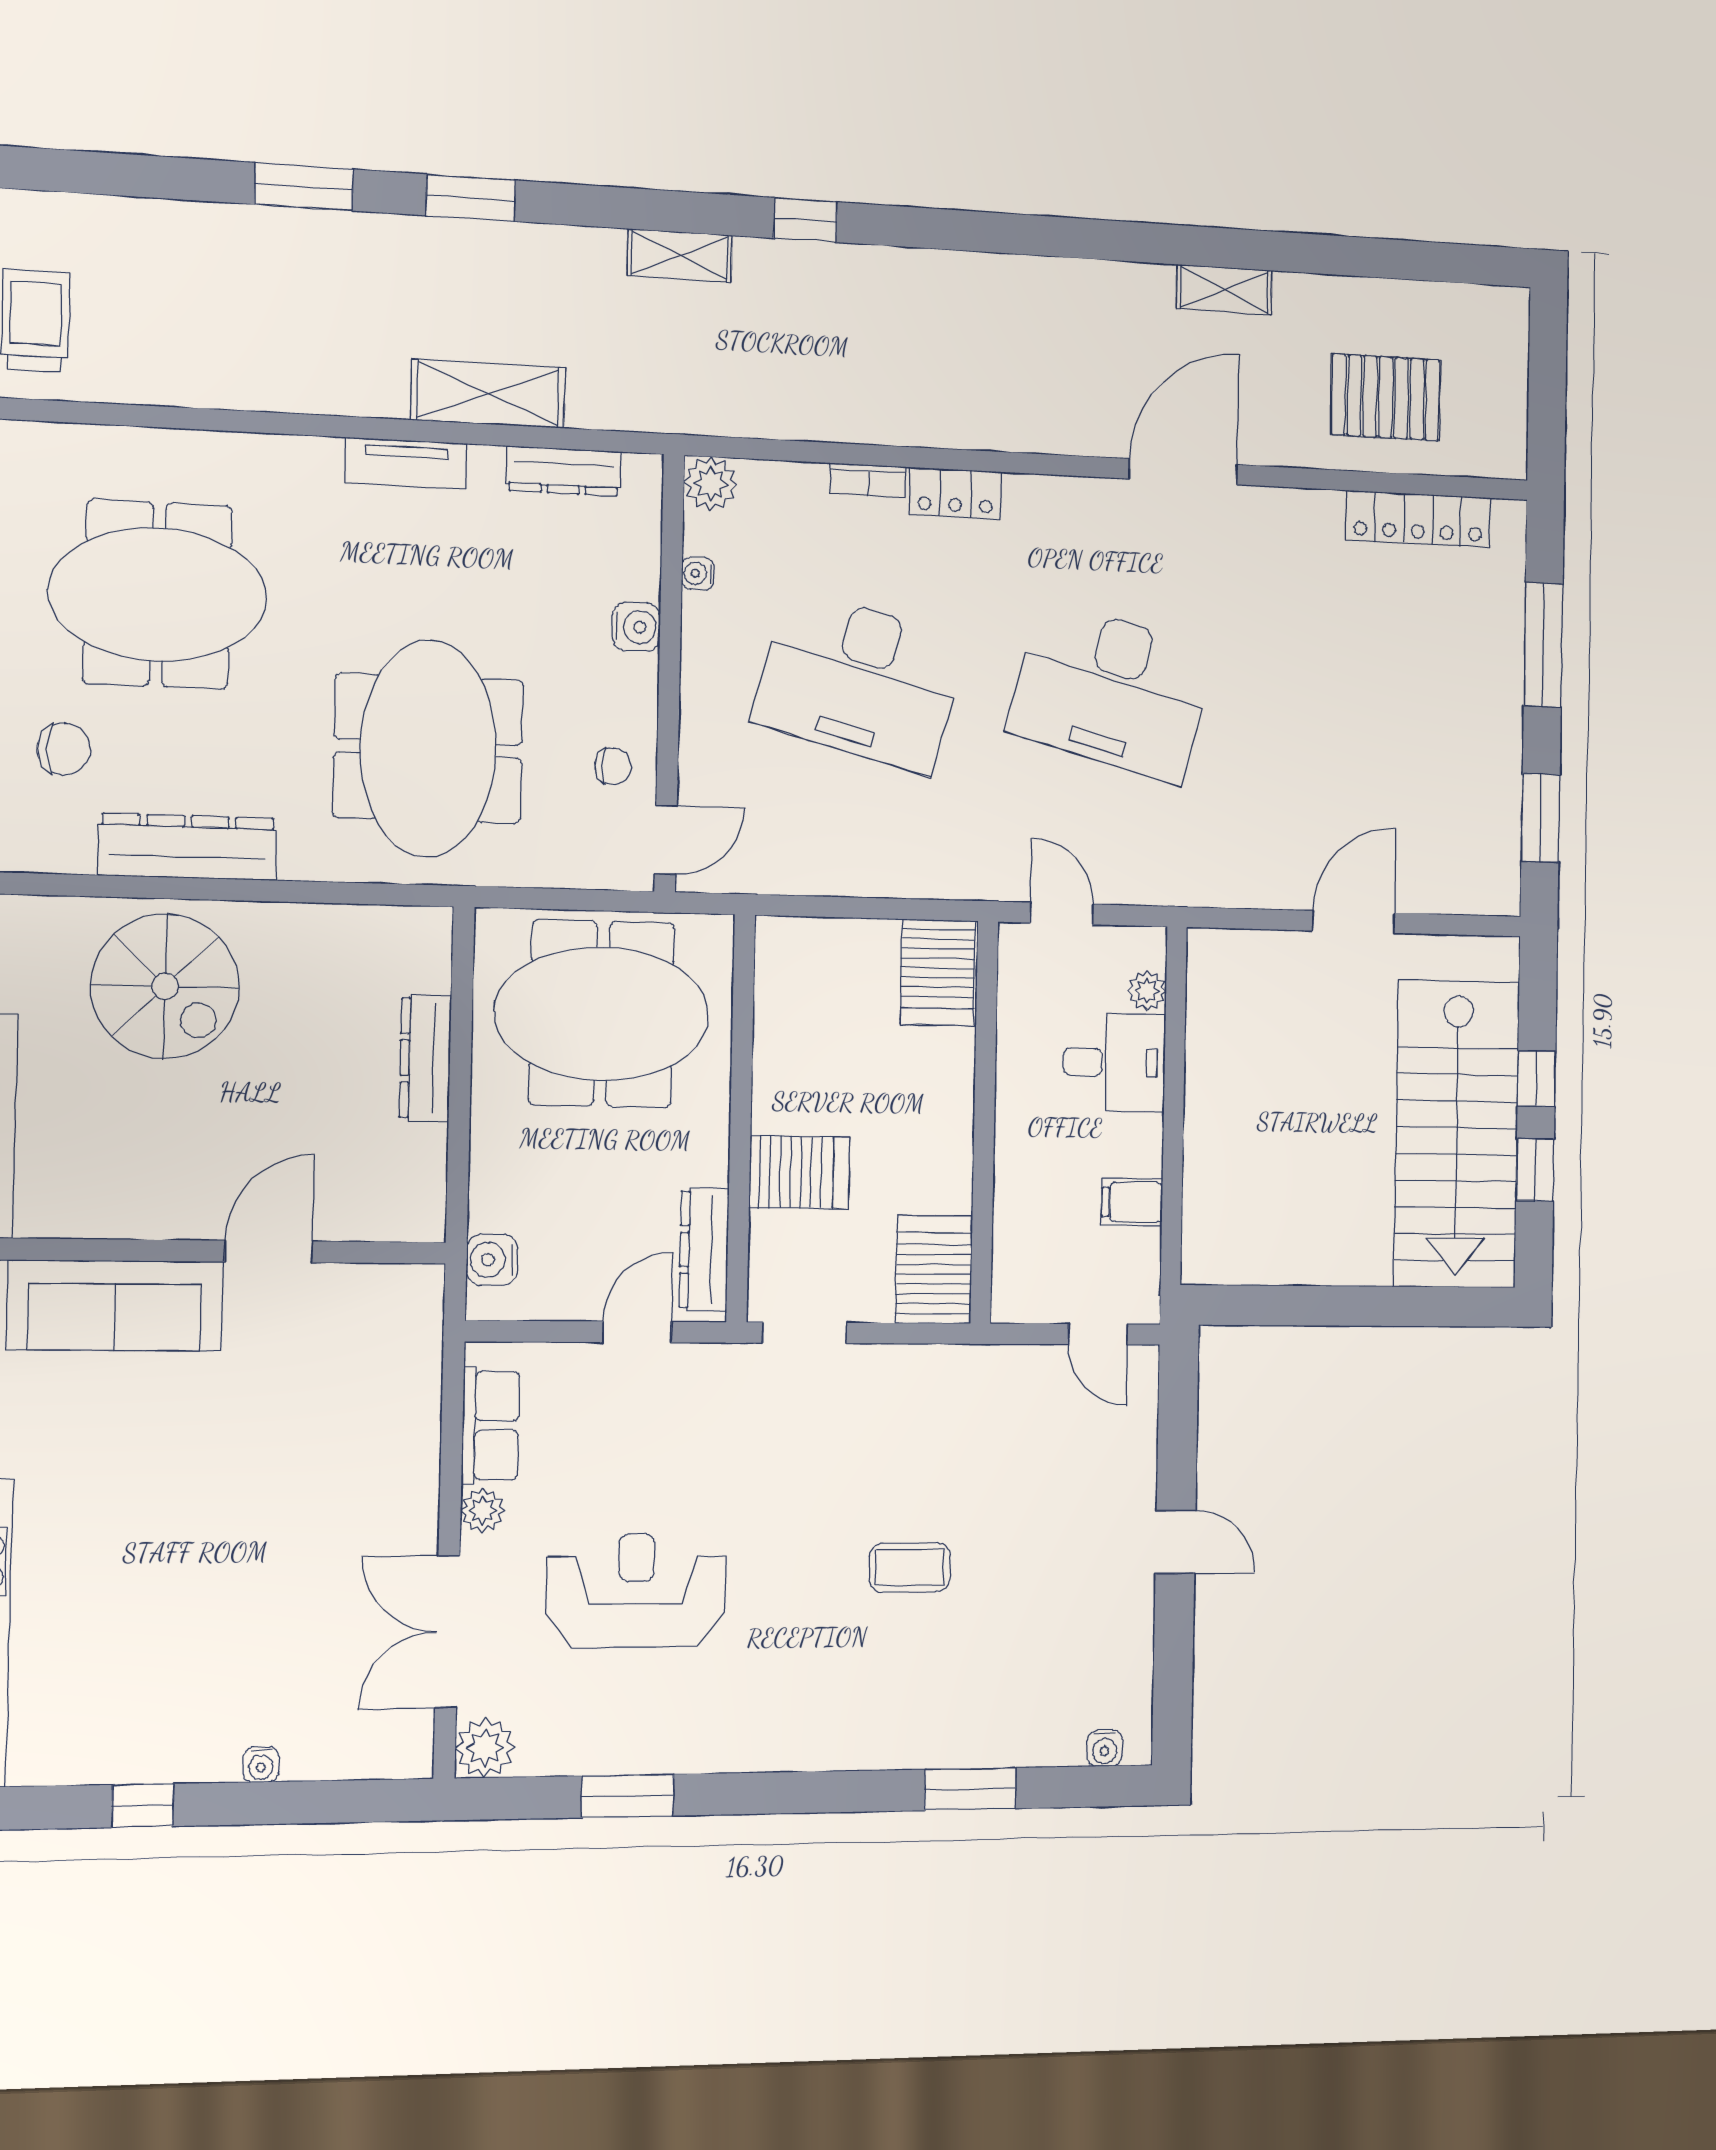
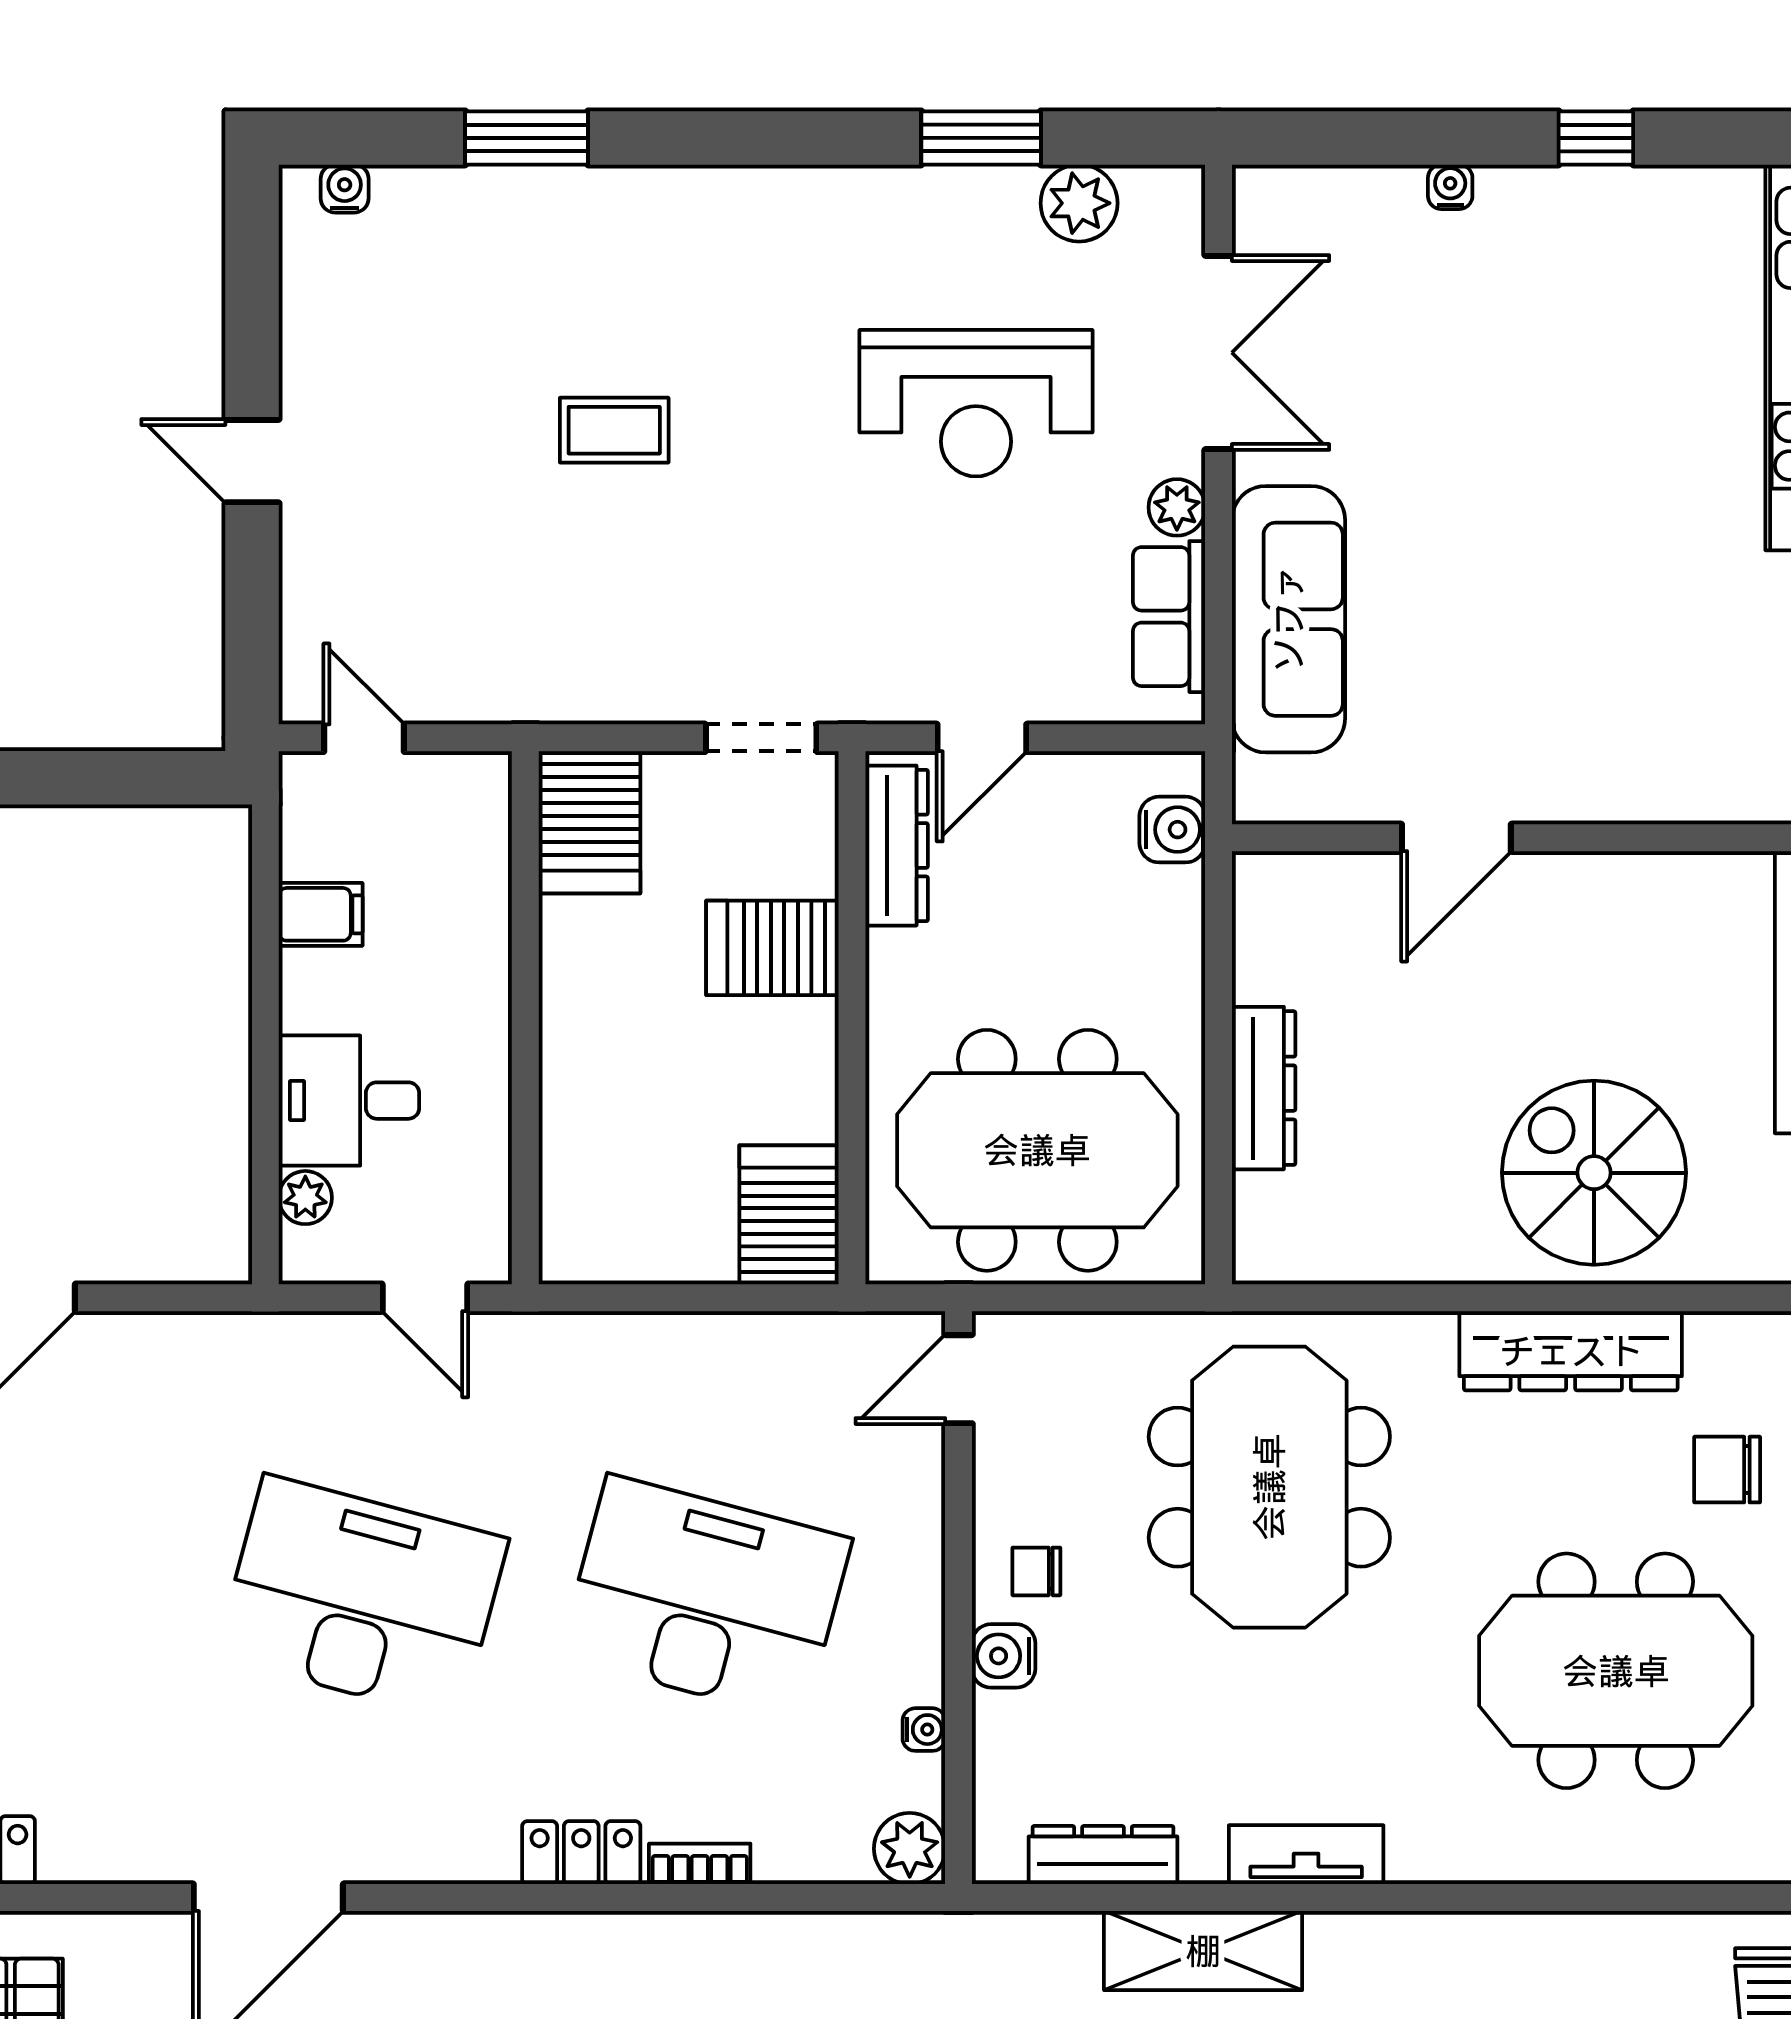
chair: (613, 766) -> (1036, 1571), moved
server rack: (938, 973) -> (789, 1215), moved
sofa: (115, 1305) -> (1288, 619), moved, turned 90
plant: (485, 1748) -> (1079, 203), moved

